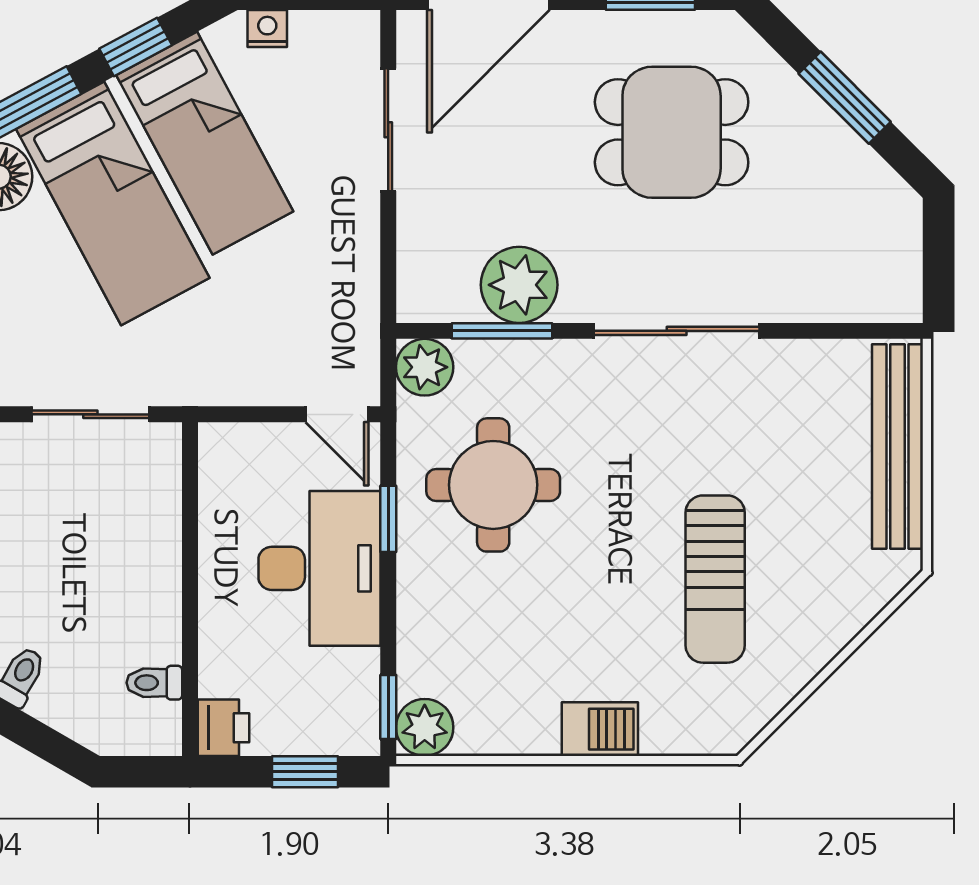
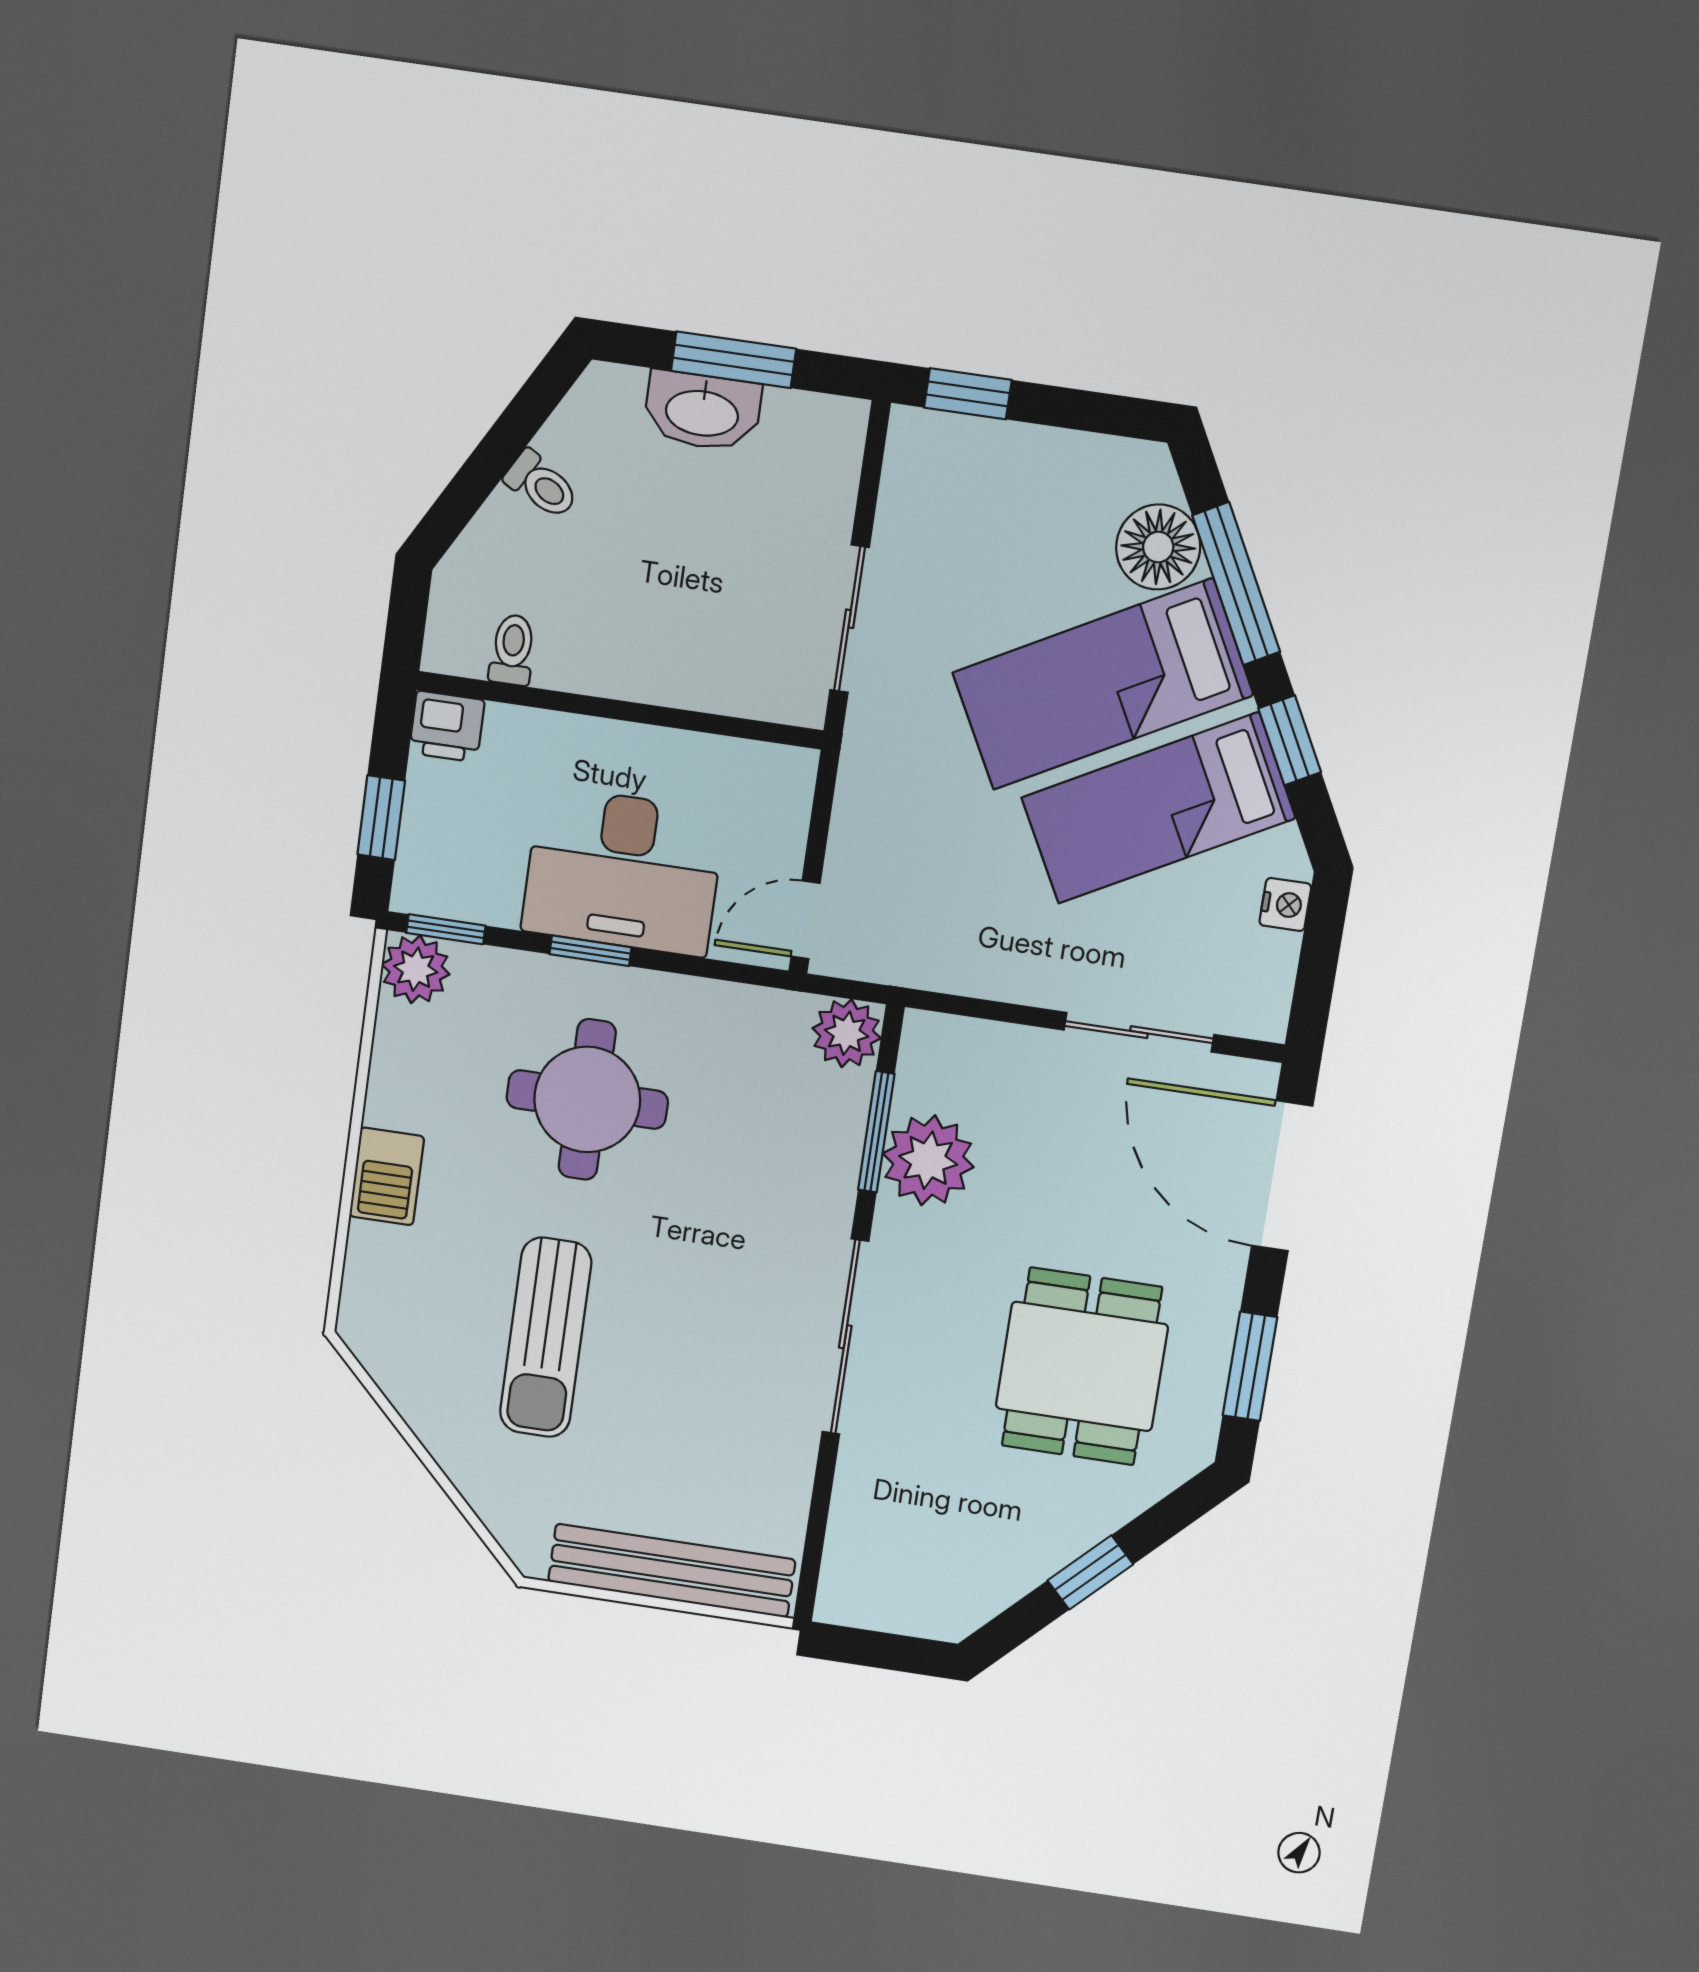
window: (845, 98) -> (1090, 1572), width x0.67
round table: (493, 485) -> (587, 1100), moved
window: (388, 519) -> (590, 951), moved
sun lounger: (715, 579) -> (546, 1337), turned -90

